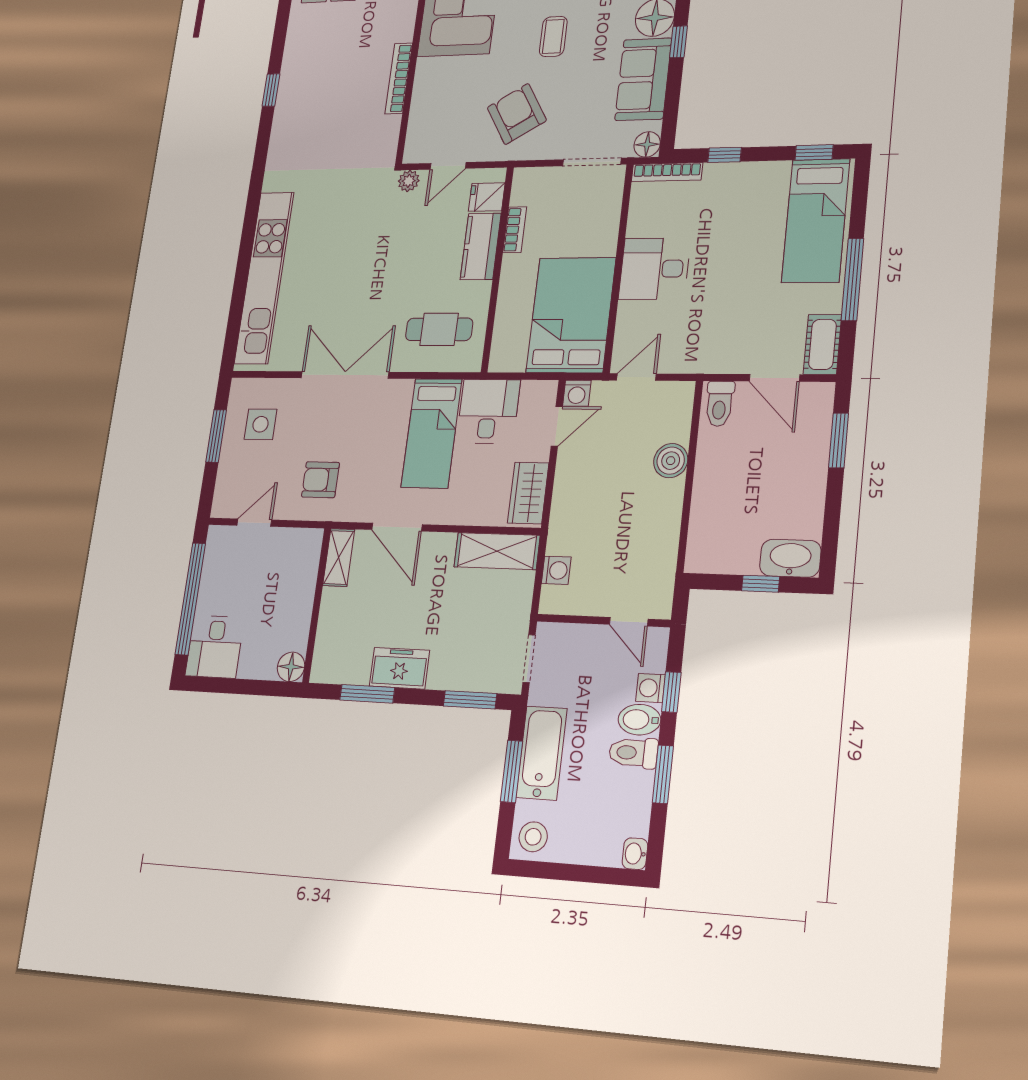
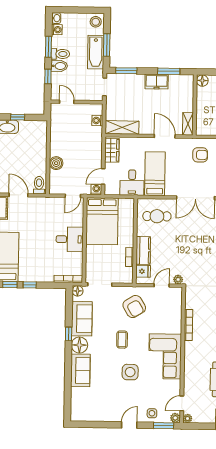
window: (725, 155) -> (30, 285), moved
washing machine: (650, 688) -> (57, 30), moved

